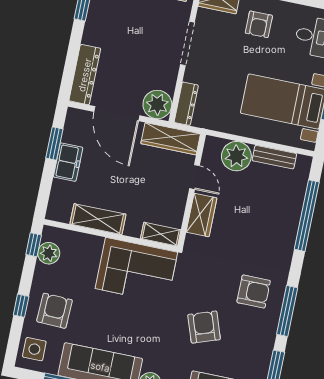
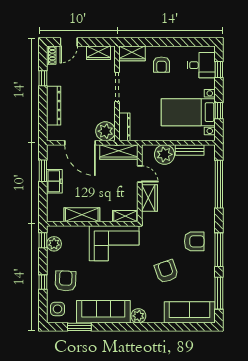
dresser: (85, 75) -> (54, 106), moved

